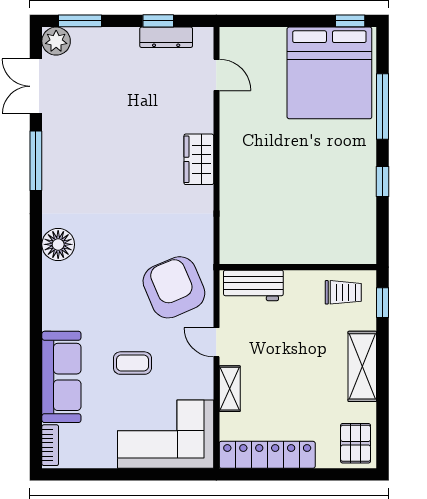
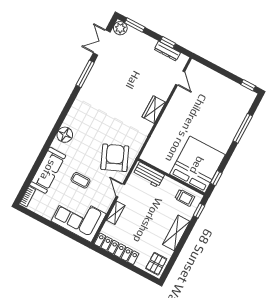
bed: (329, 73) -> (197, 165), moved, turned 180
window: (382, 181) -> (216, 178), moved
floor lamp: (58, 244) -> (65, 135), moved

